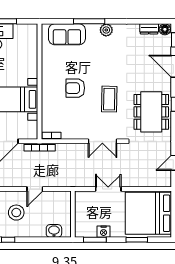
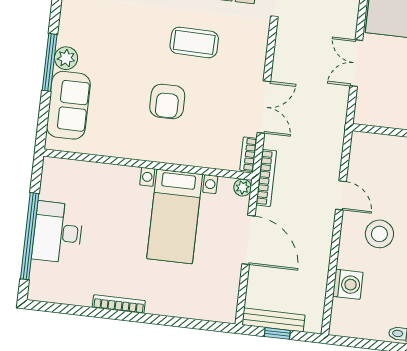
plant: (106, 30) -> (66, 58), moved
plant: (33, 135) -> (243, 187), added
double door: (102, 141) -> (264, 107), moved

